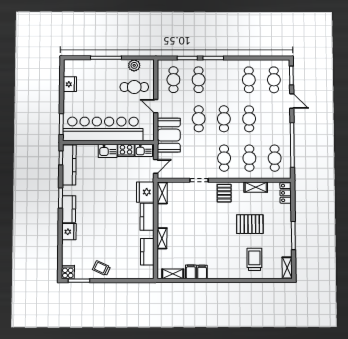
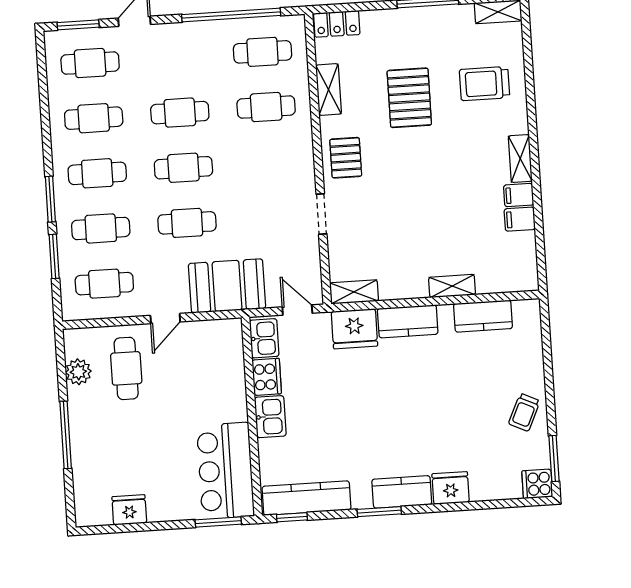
bar counter: (103, 129) -> (225, 471), width x0.54
cafe table: (224, 158) -> (97, 173), moved
pallet: (224, 193) -> (346, 158), turned 90
shelving: (173, 274) -> (520, 159), moved

